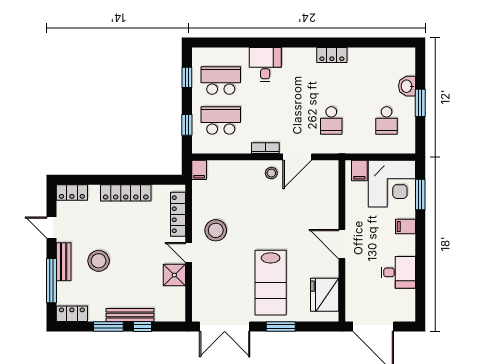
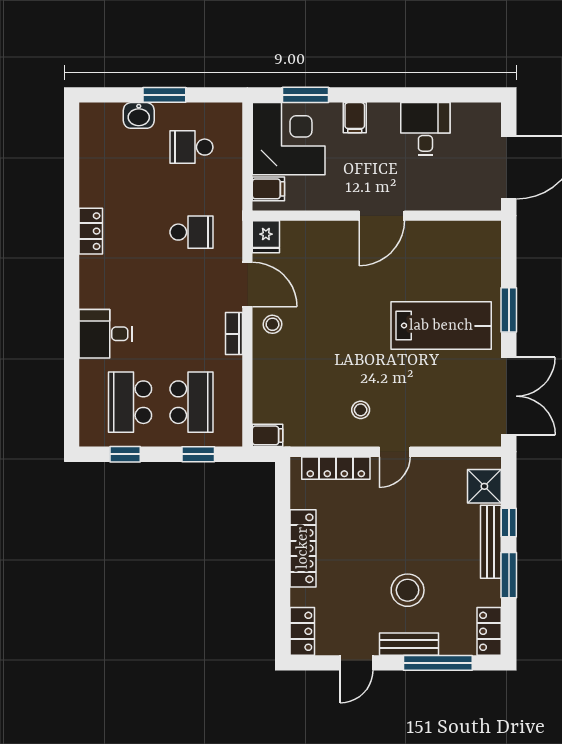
school desk: (221, 120) -> (191, 402), turned 180
school desk: (386, 120) -> (191, 147), turned 180
stool: (216, 230) -> (361, 410), width x0.53, depth x0.53
shower: (174, 275) -> (484, 486), moved
fridge: (325, 295) -> (266, 237), moved, width x0.53, depth x0.75

